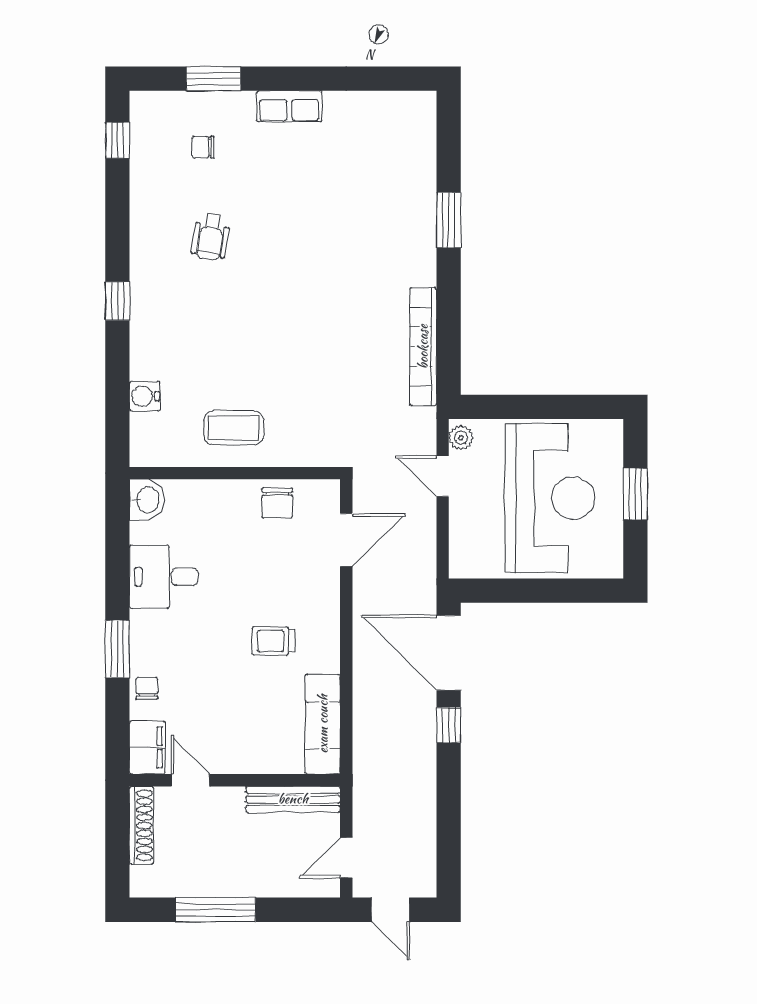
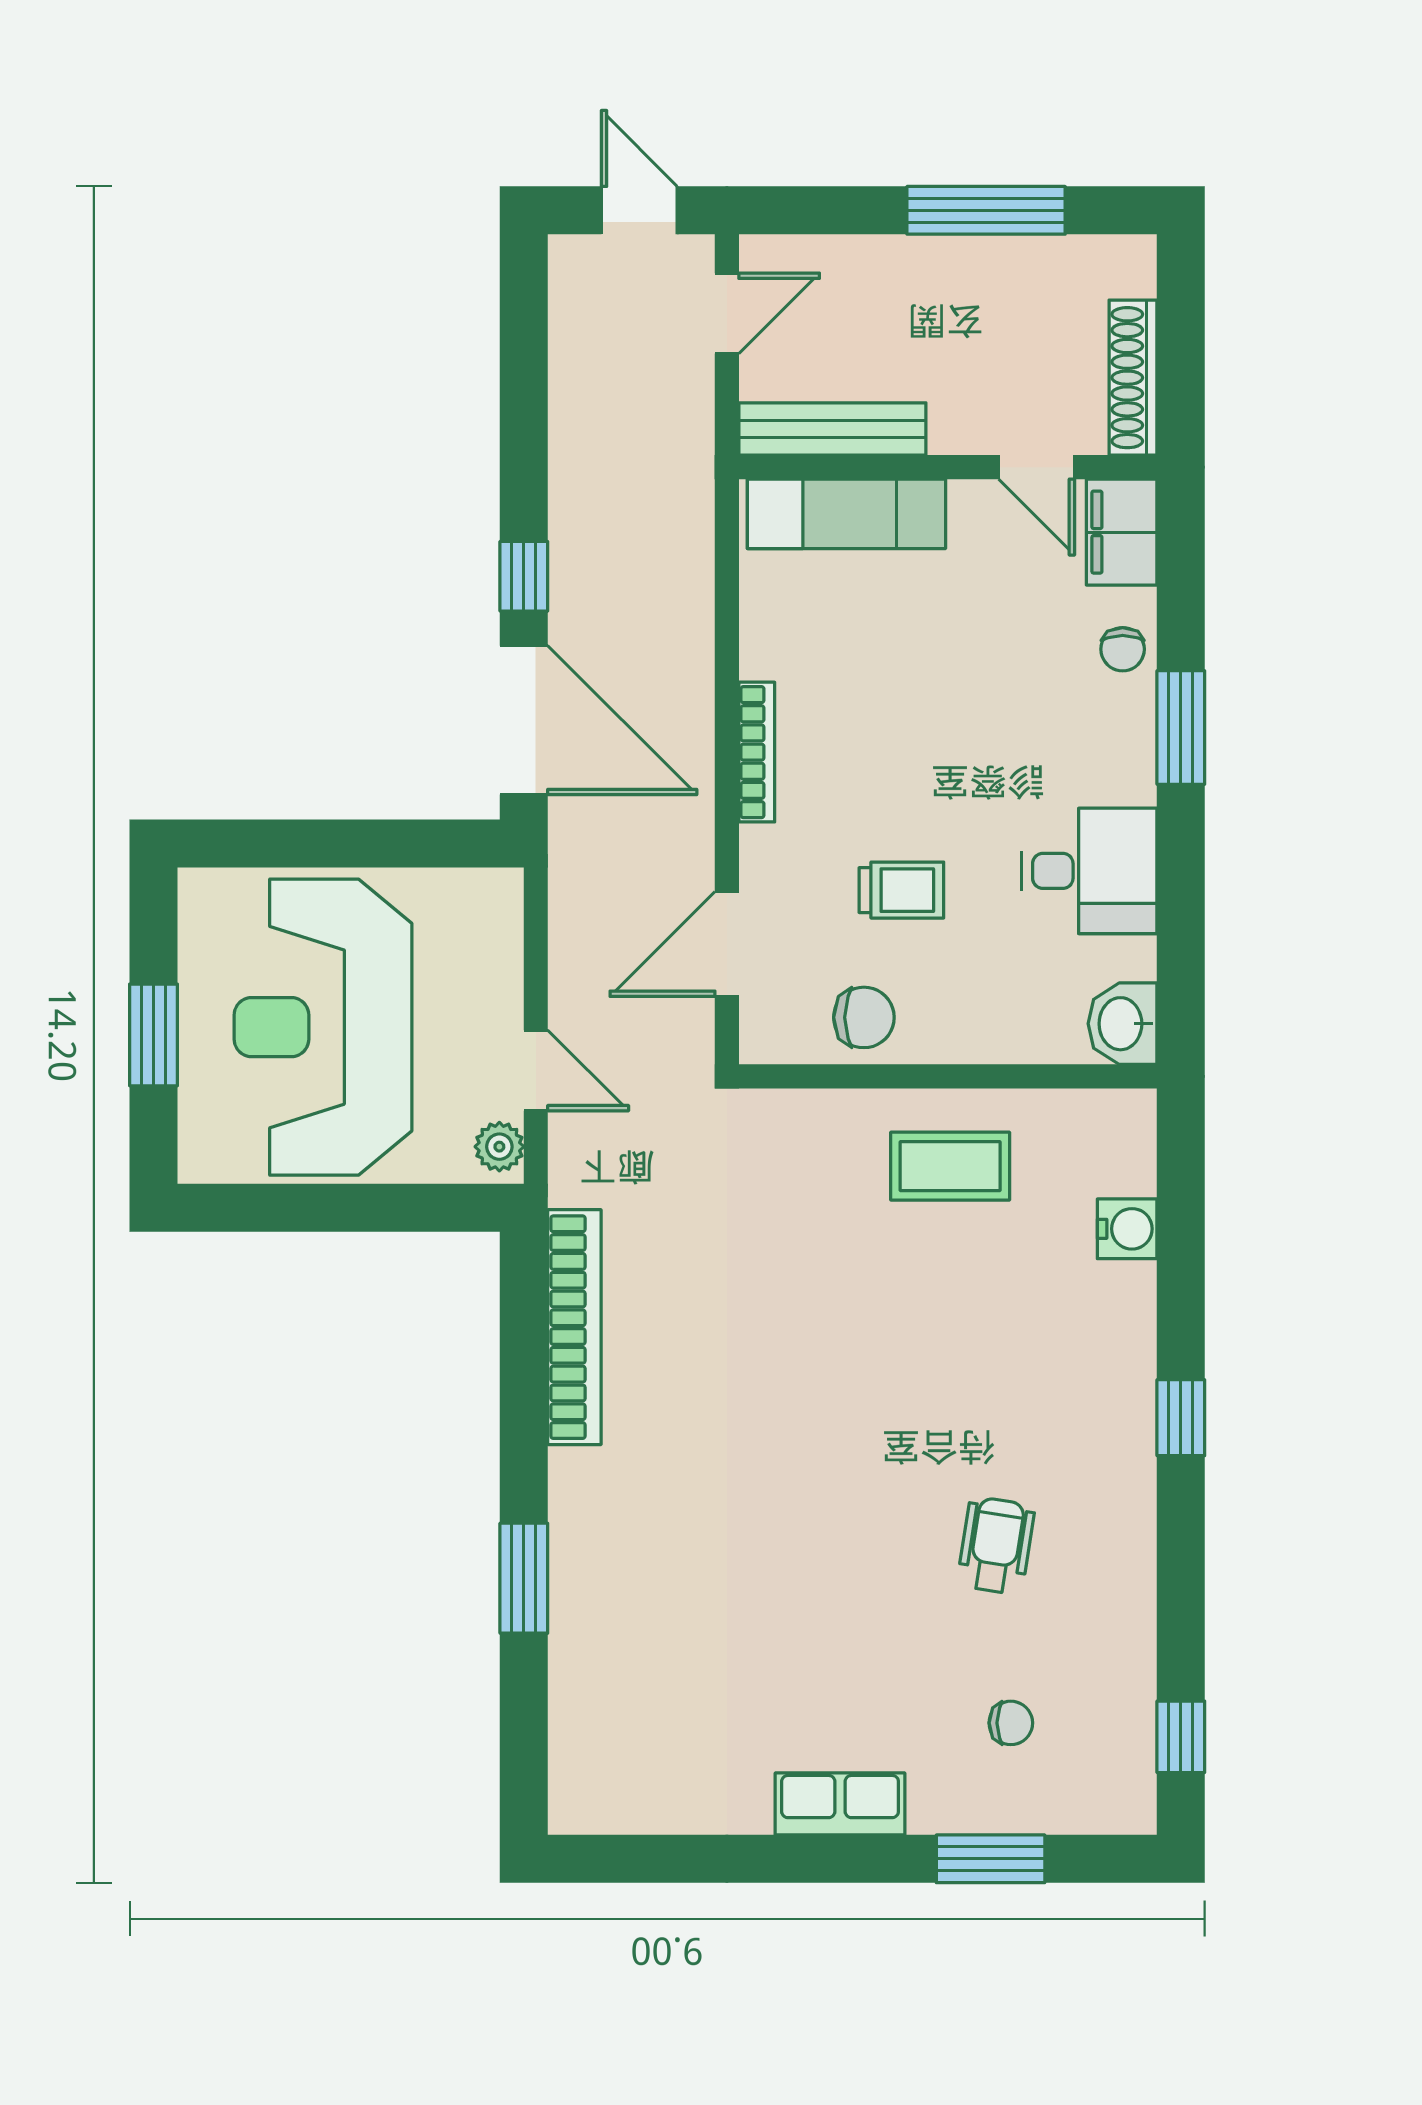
chair: (277, 503) -> (864, 1017), turned 90
bookcase: (331, 637) -> (757, 752), added
trolley: (273, 641) -> (901, 890), moved
exam couch: (323, 724) -> (846, 514), moved, turned 90

